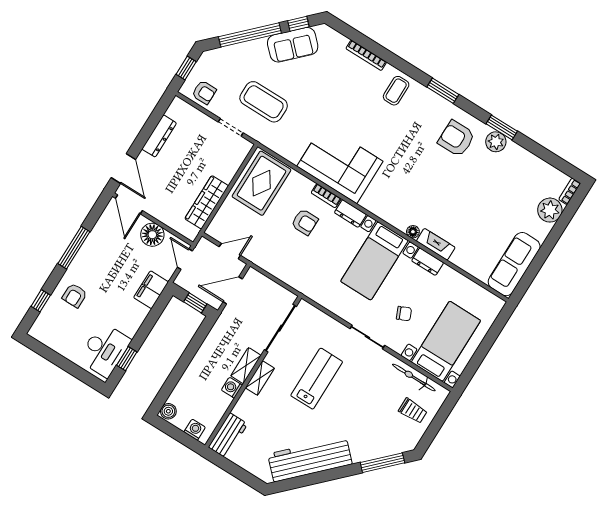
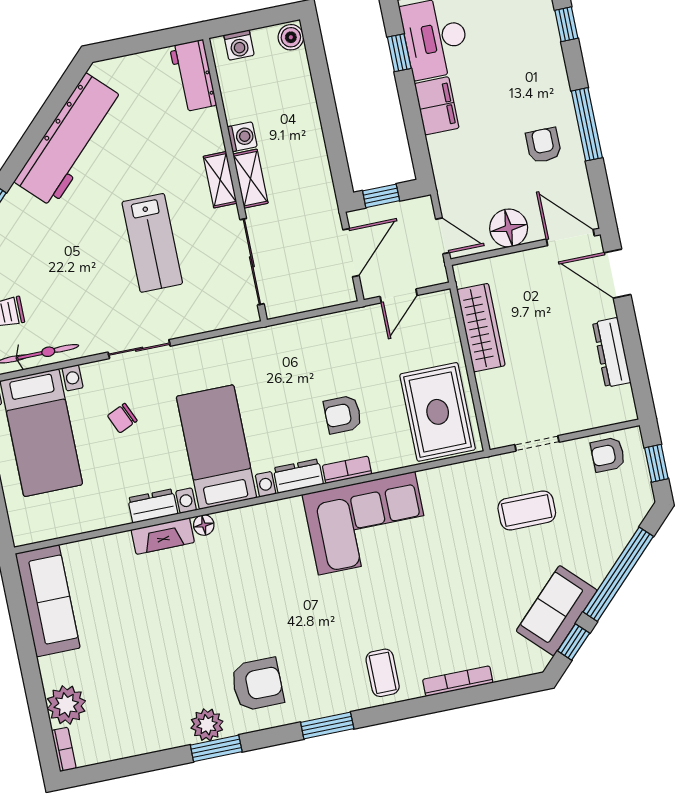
coffee table: (264, 102) -> (527, 510), width x0.73, depth x0.76
filing cabinet: (151, 290) -> (437, 106), moved
armchair: (75, 295) -> (544, 145), moved

